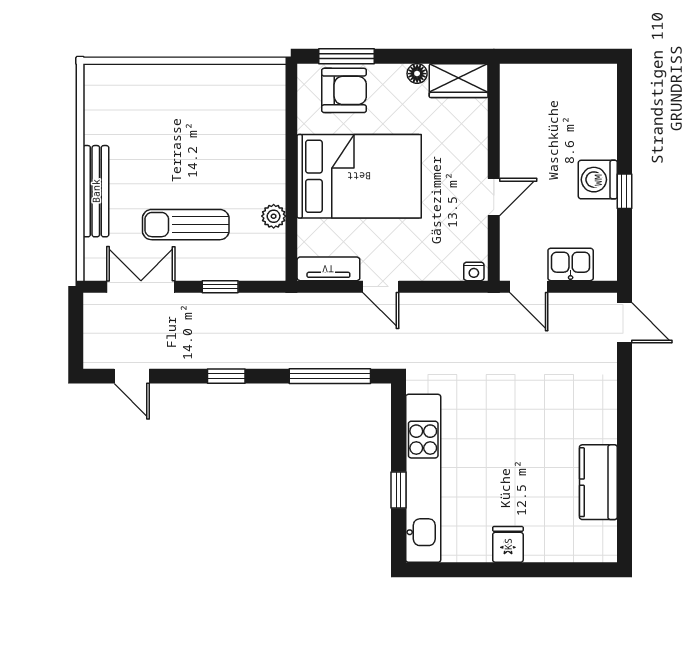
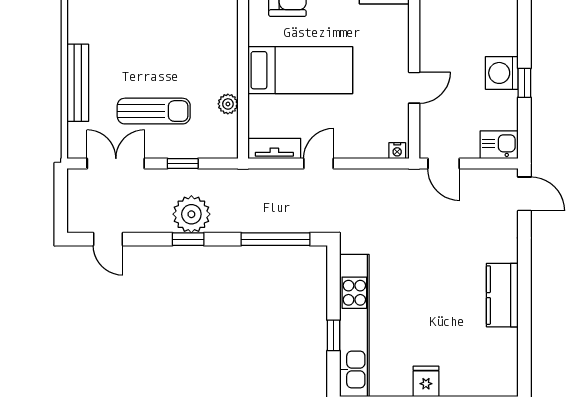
bed: (359, 176) -> (300, 70), width x0.67
sun lounger: (186, 225) -> (154, 111), turned 180
kitchen sink: (571, 264) -> (499, 145), moved
door: (381, 287) -> (319, 163), swing flipped
plant: (230, 347) -> (191, 214), added
kitchen counter: (598, 482) -> (502, 295), moved

